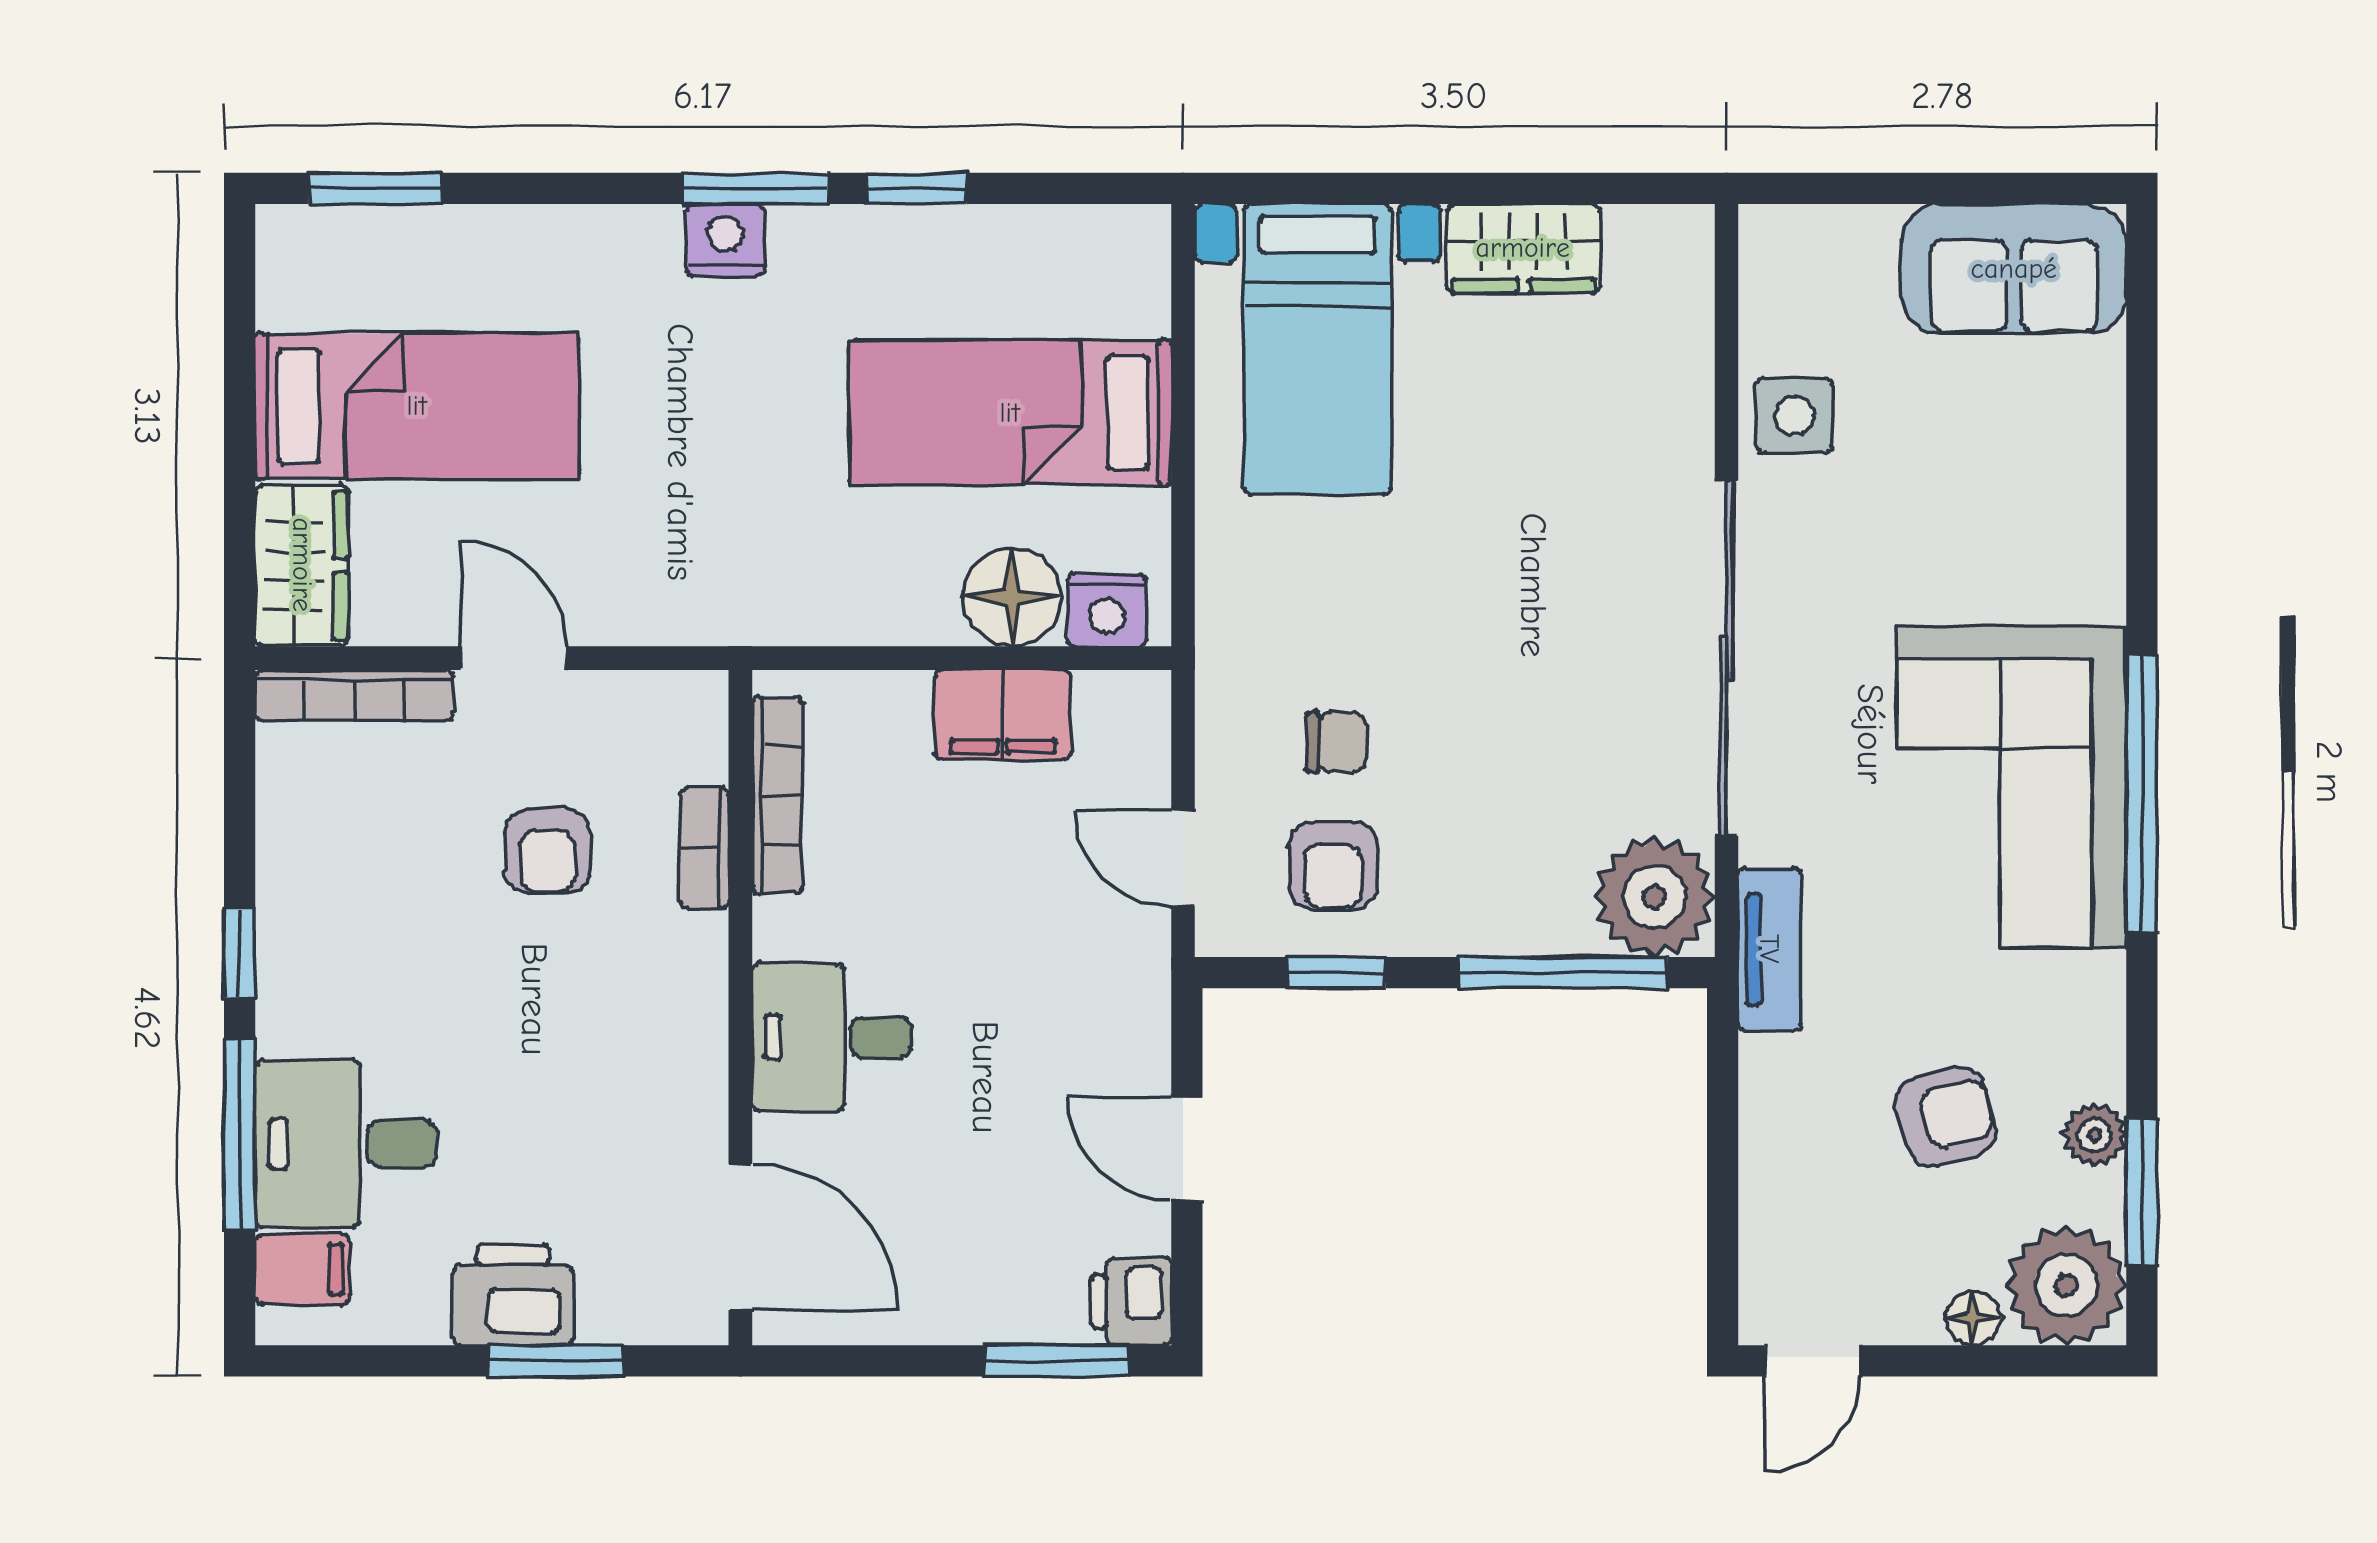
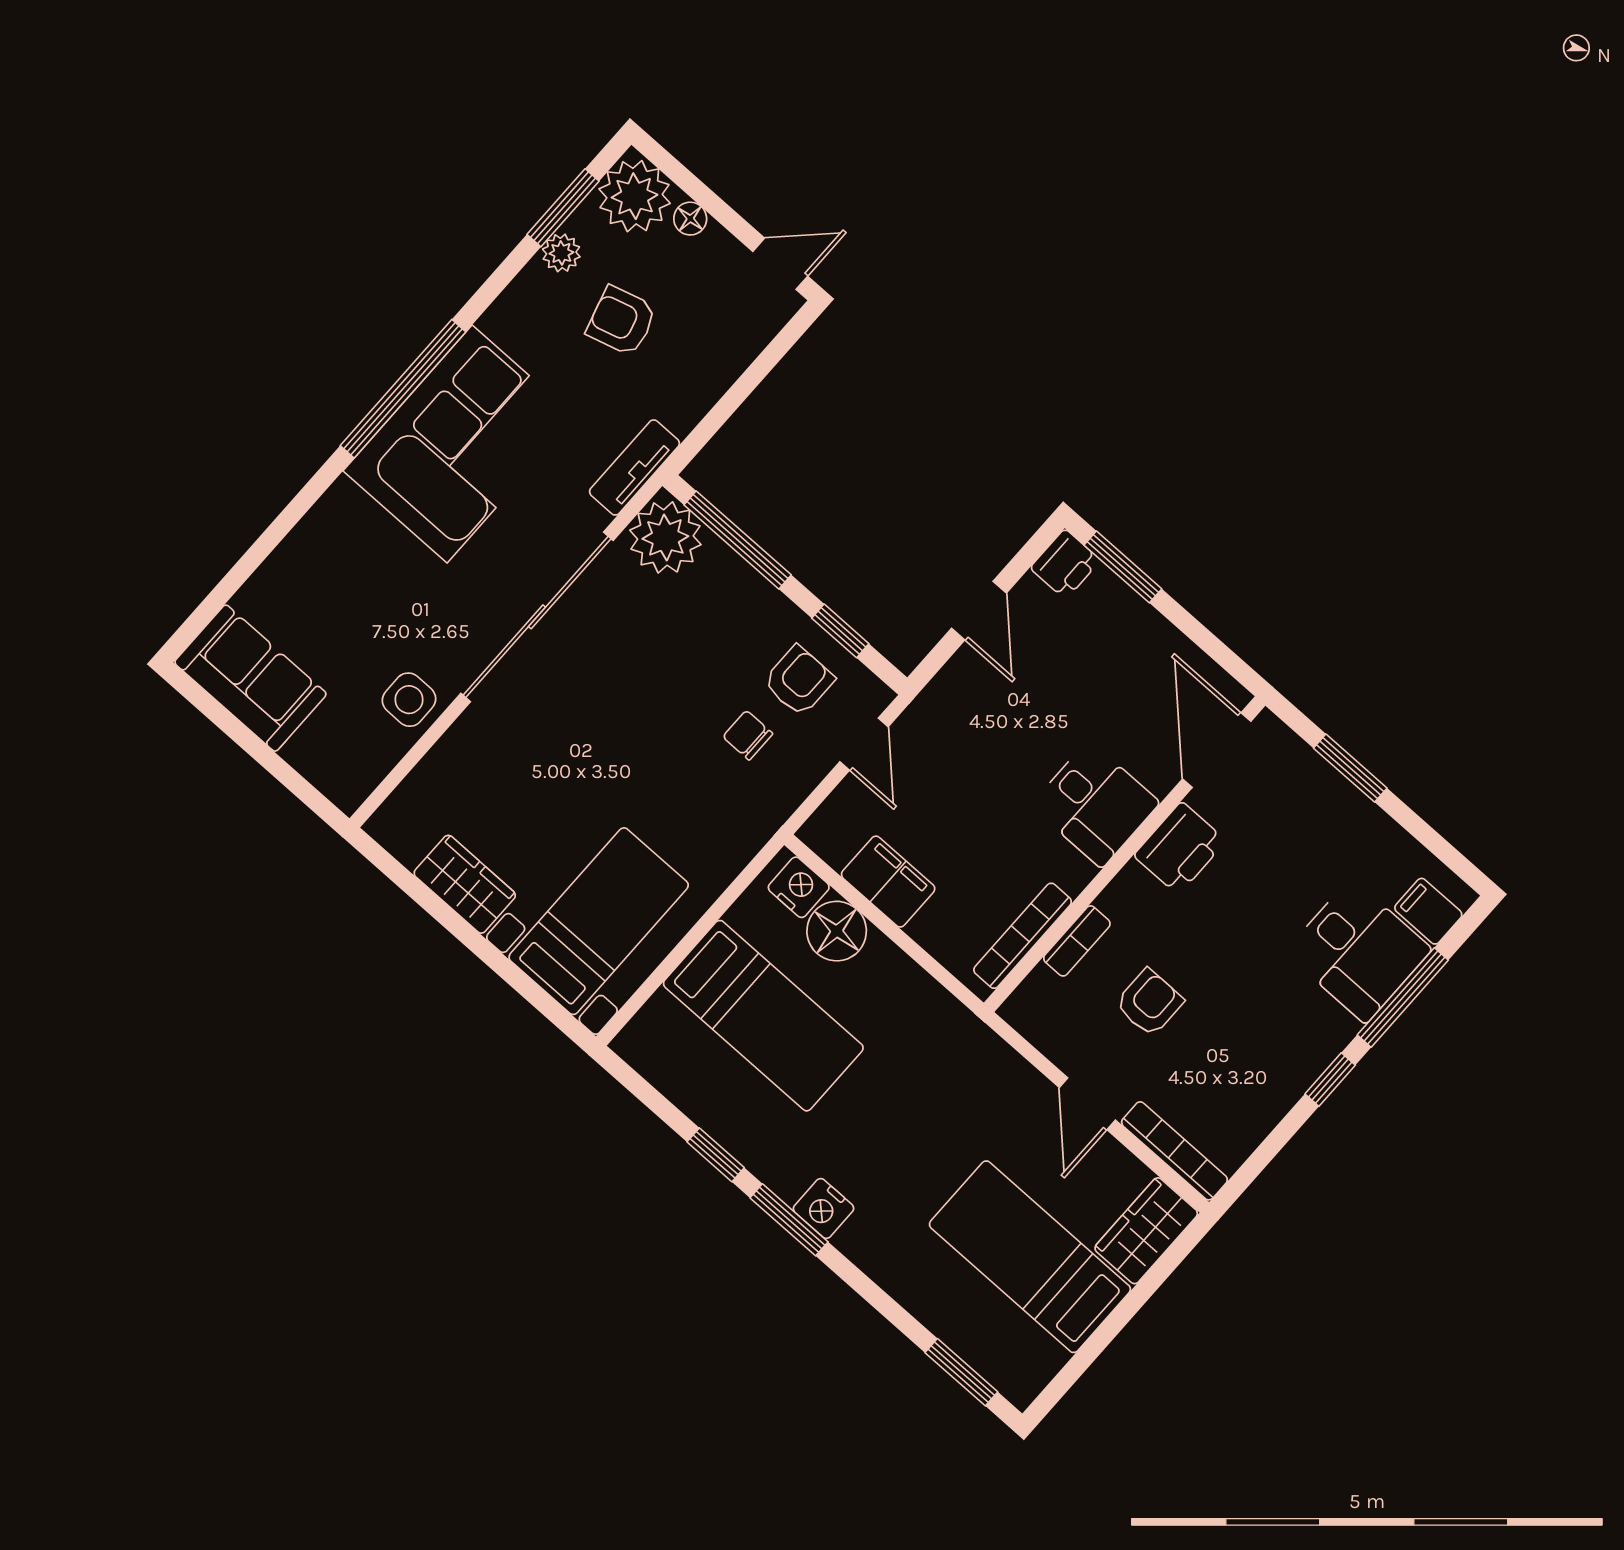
printer: (513, 1295) -> (1180, 848), moved, turned -90

